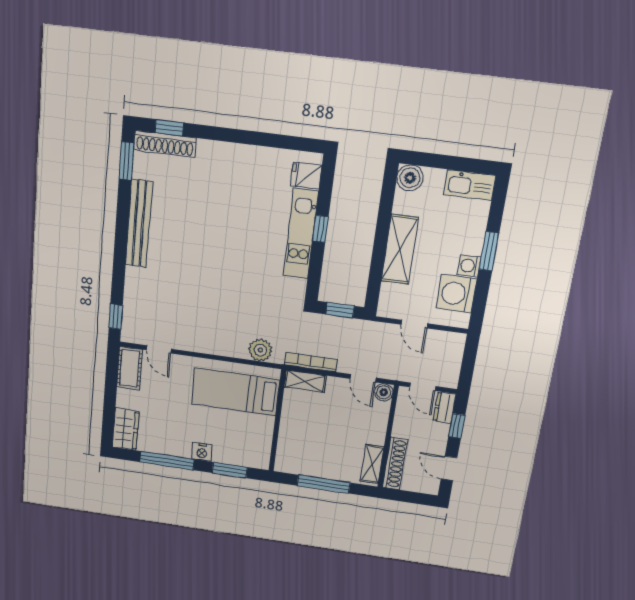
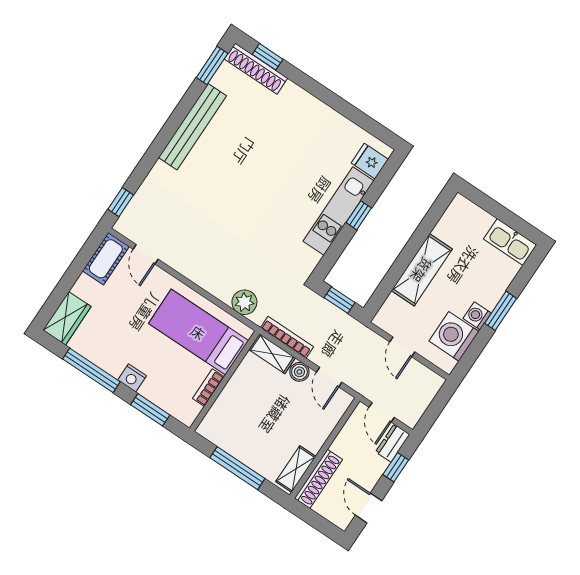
boiler: (410, 178) -> (461, 209), removed
boiler: (384, 392) -> (299, 372), moved
bookcase: (267, 432) -> (208, 388), added

